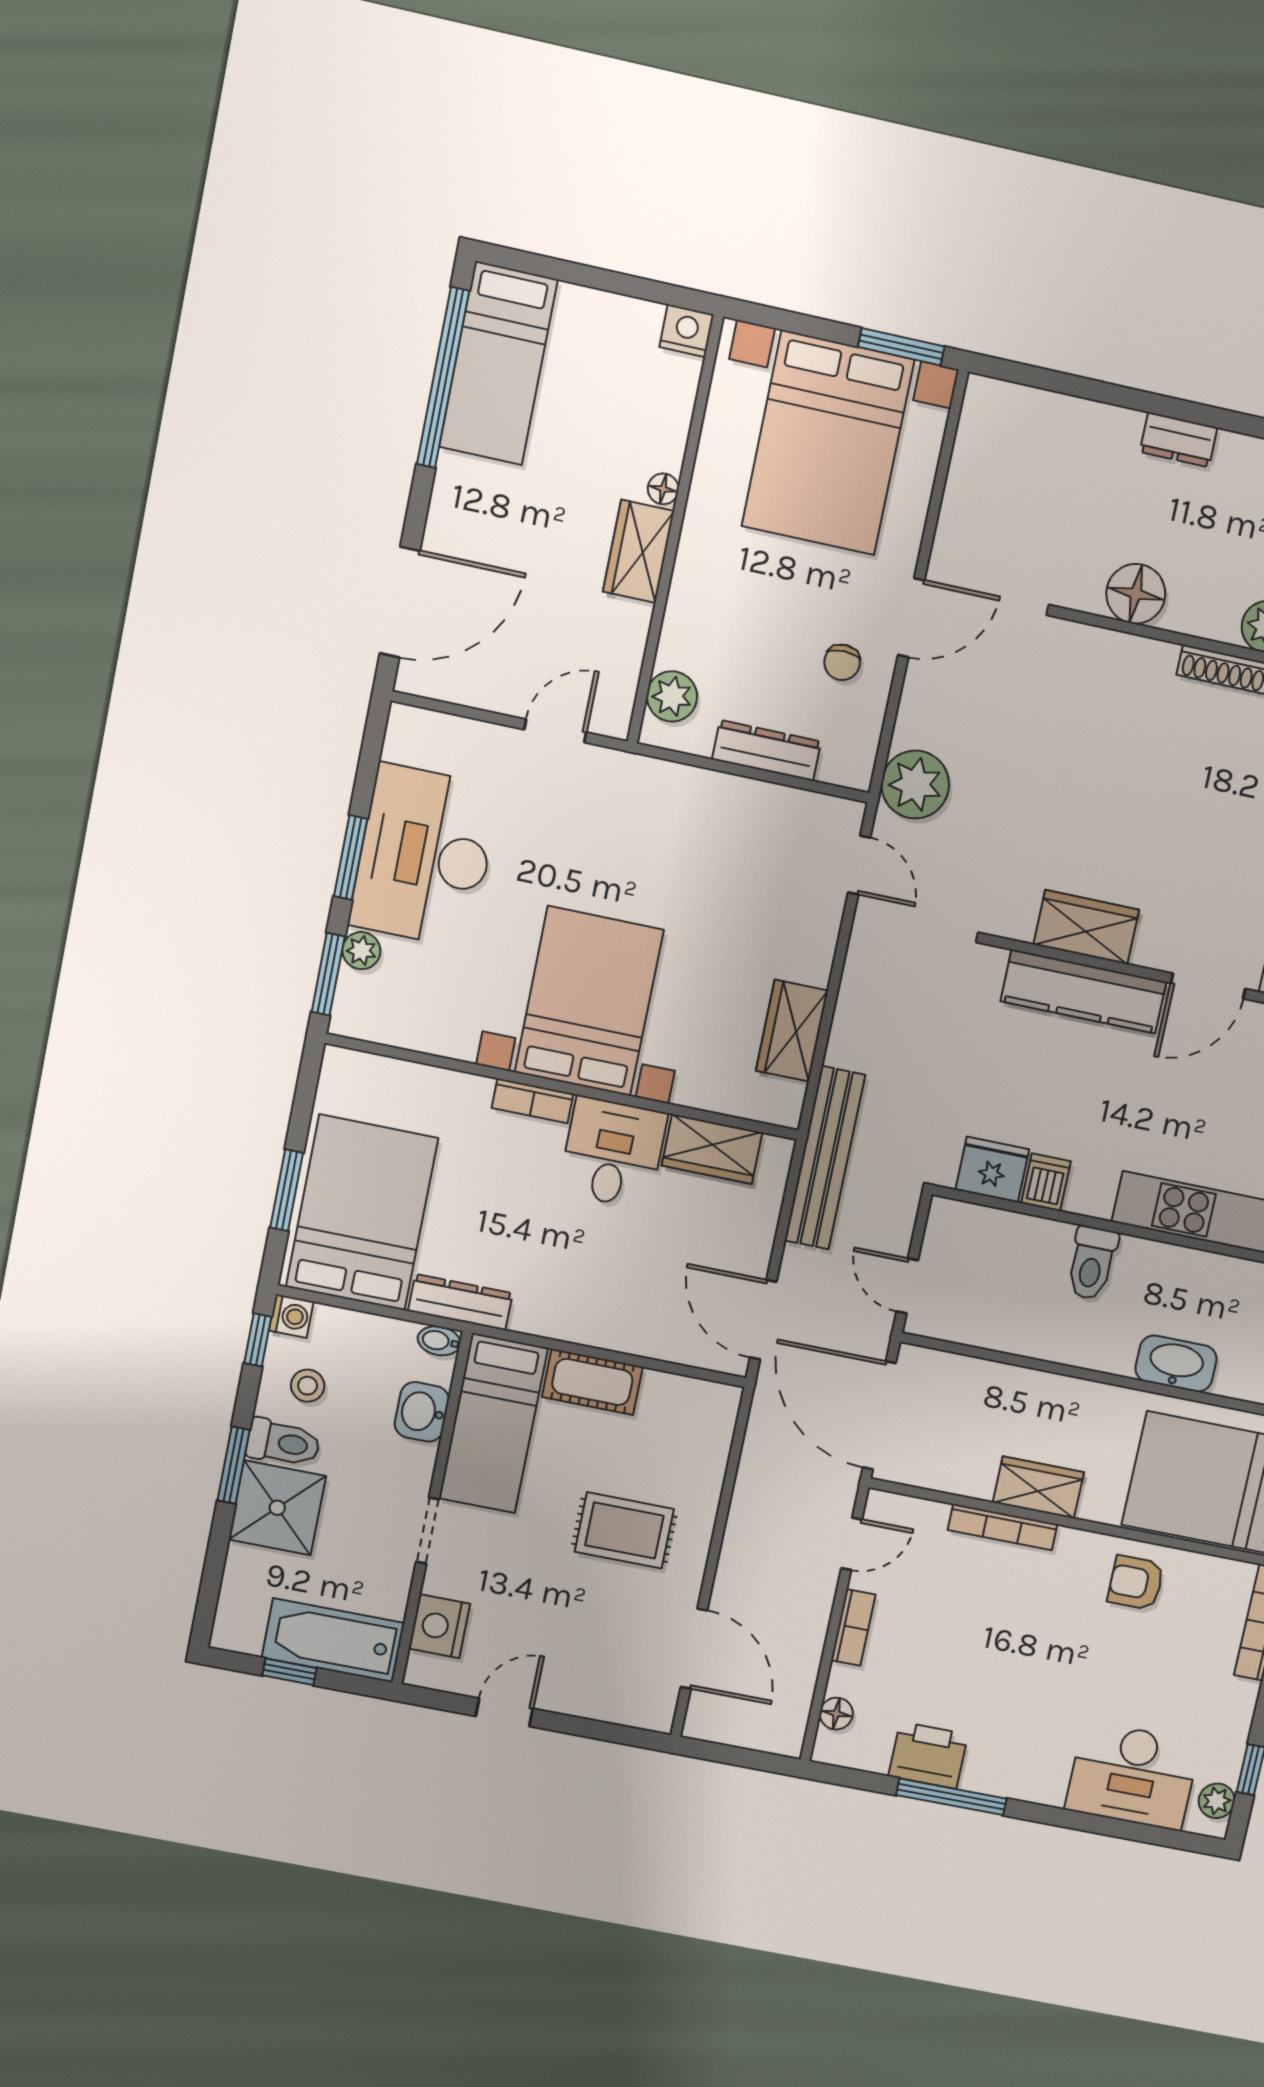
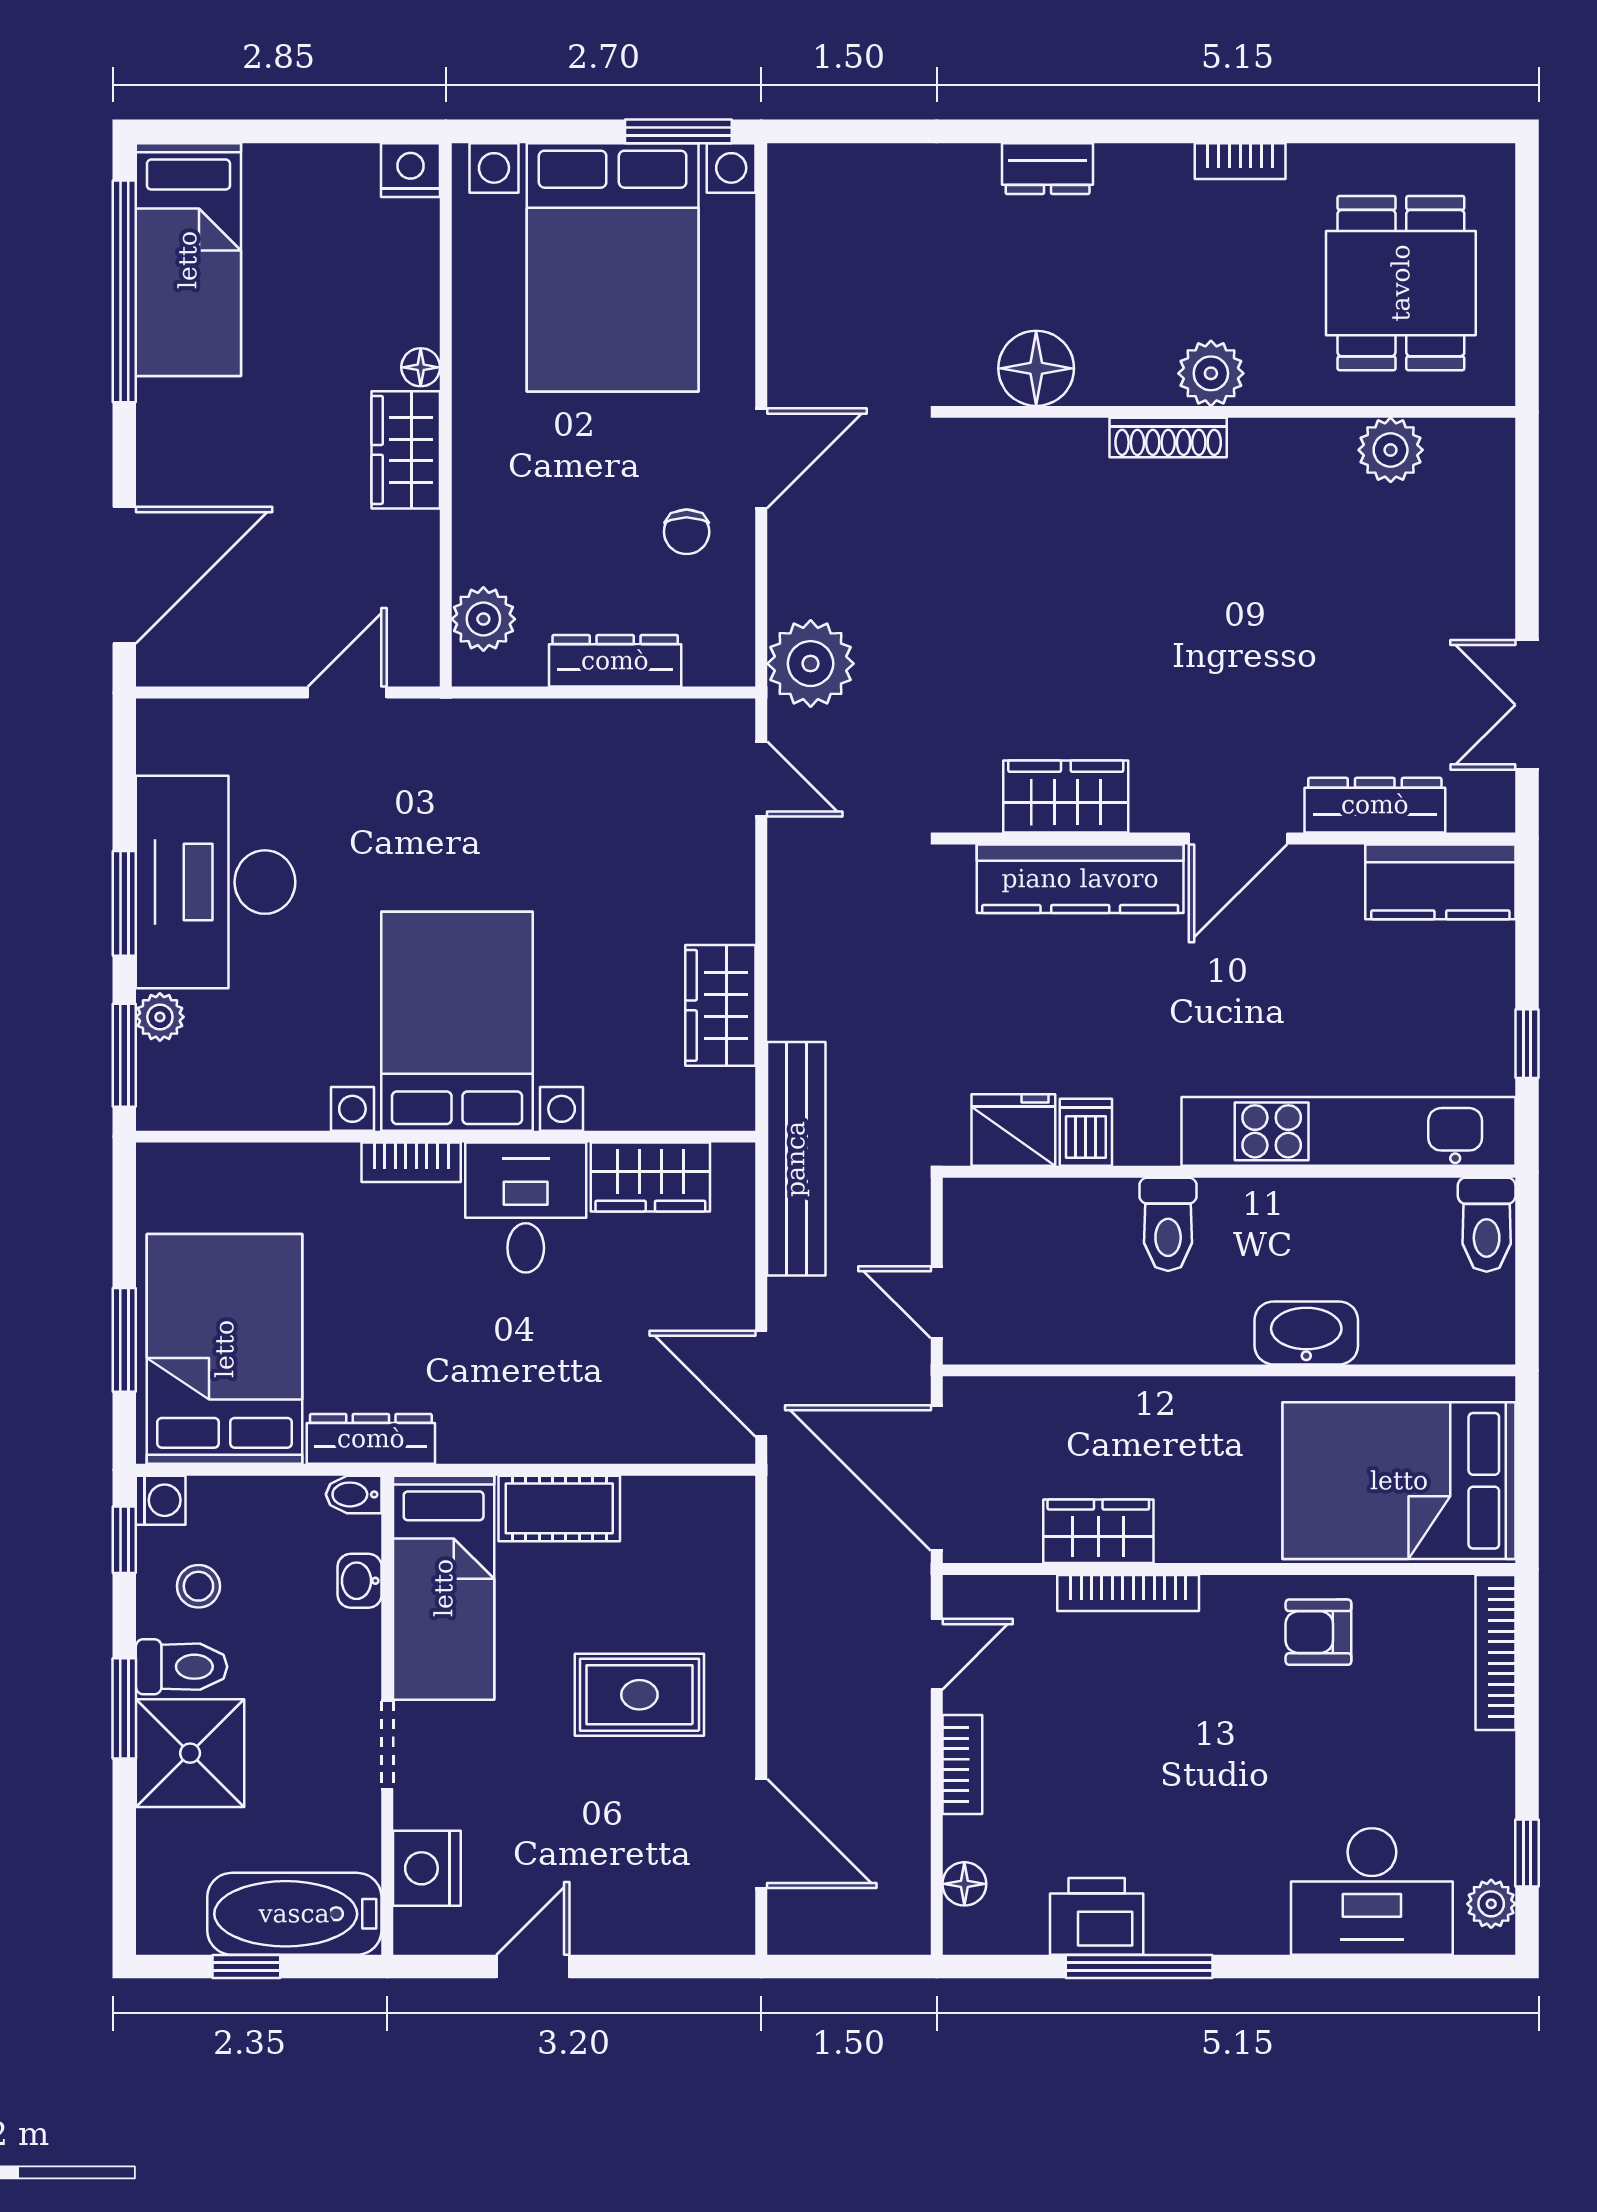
washbasin: (422, 1412) -> (360, 1581), width x0.72, depth x0.69
wardrobe: (1038, 1487) -> (1098, 1531), moved

